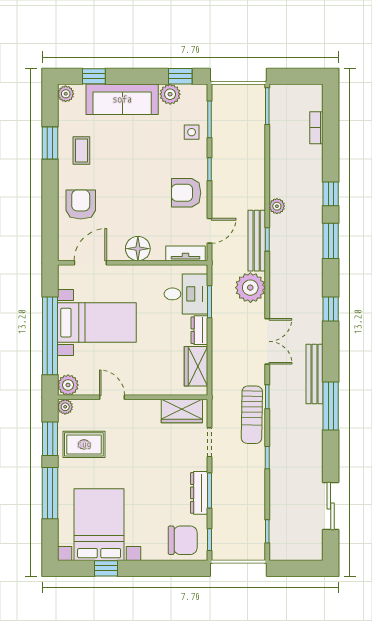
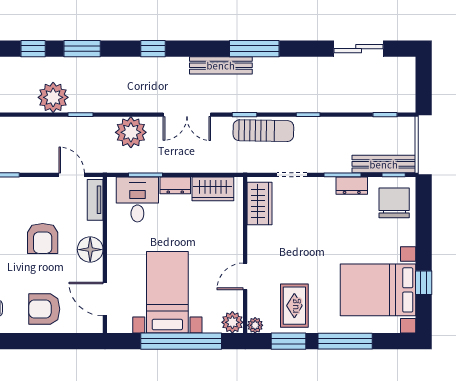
armchair: (186, 193) -> (43, 238), moved
plant: (277, 206) -> (53, 97), width x1.87, depth x1.87
bench: (257, 241) -> (384, 164), moved
double door: (267, 341) -> (187, 115), swing flipped
dresser: (199, 493) -> (352, 186), width x0.70

